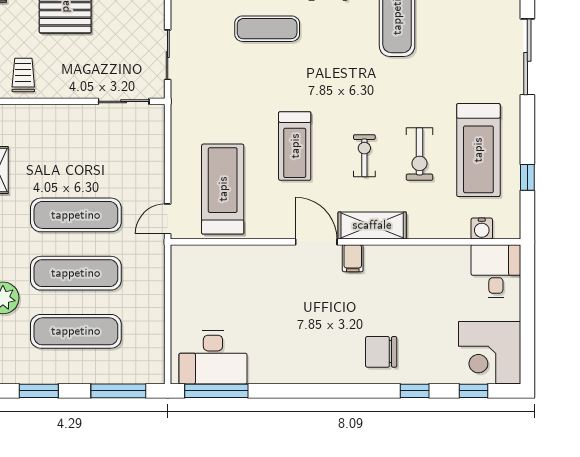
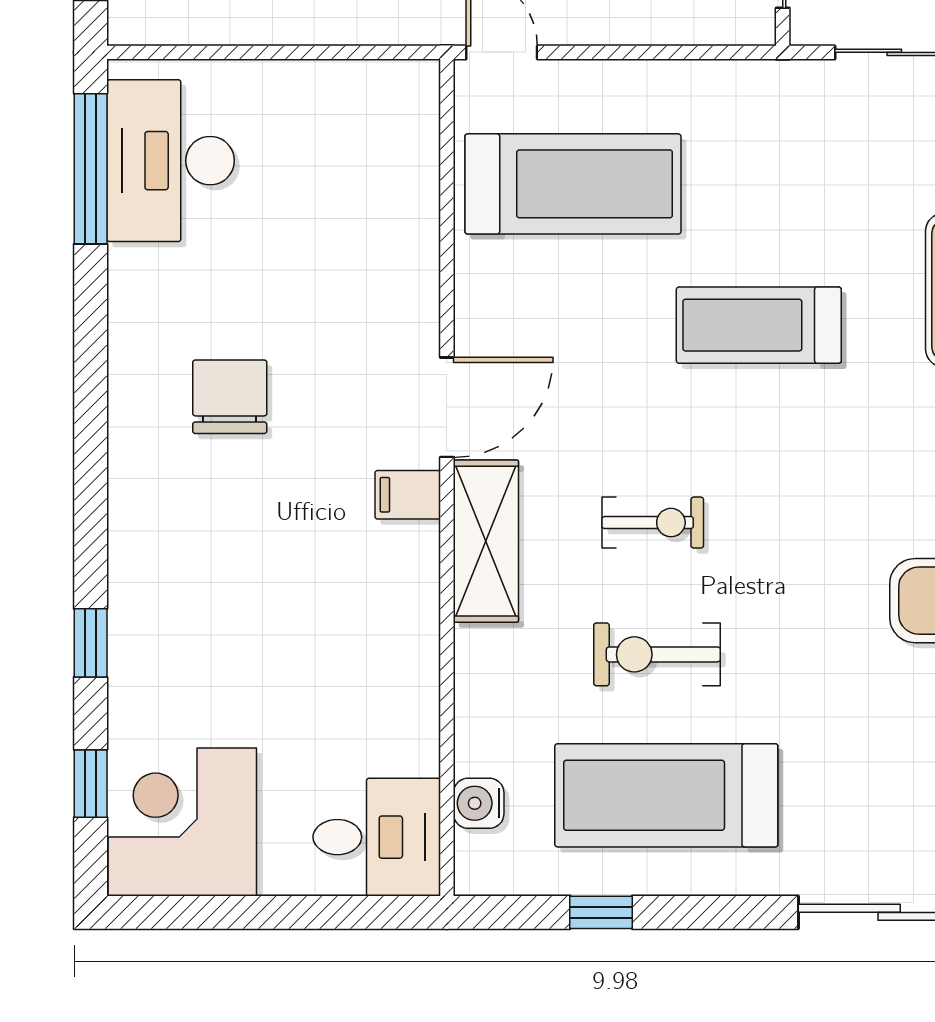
treadmill: (295, 146) -> (759, 325), moved
chair: (381, 352) -> (230, 397), moved

